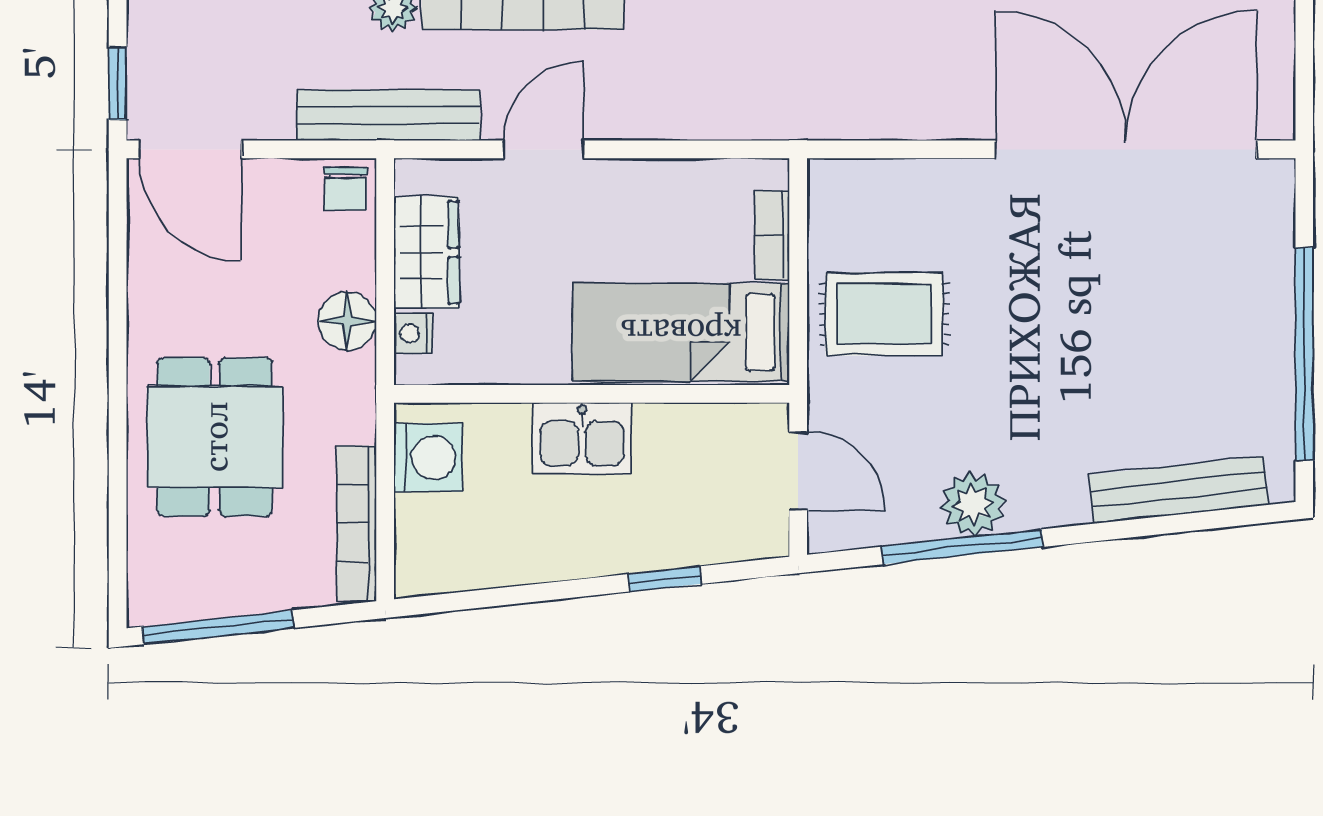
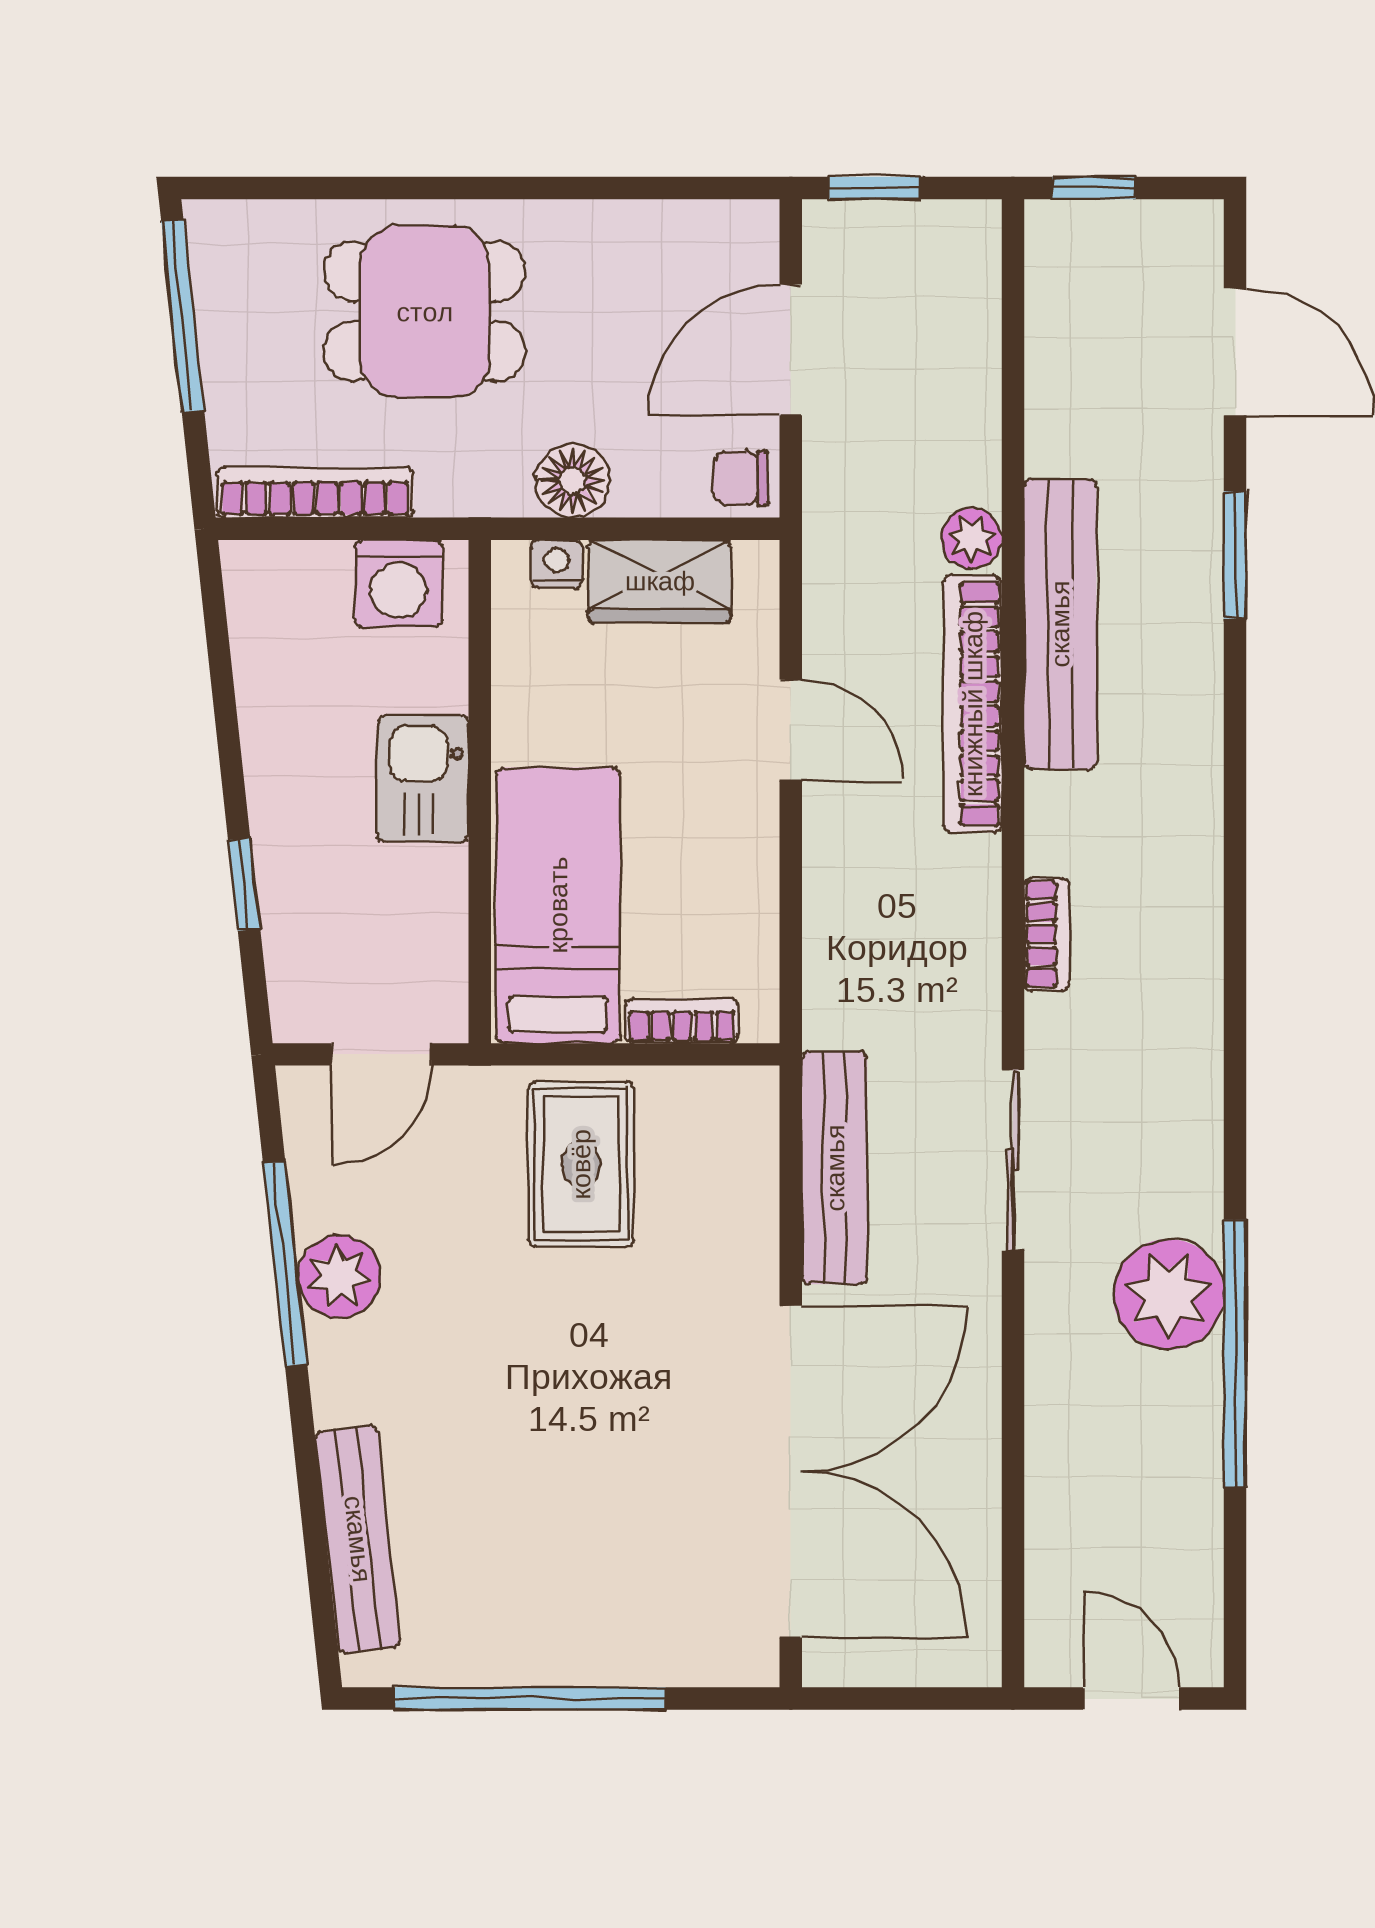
bench: (388, 115) -> (835, 1168), moved
door: (190, 149) -> (791, 350), moved

